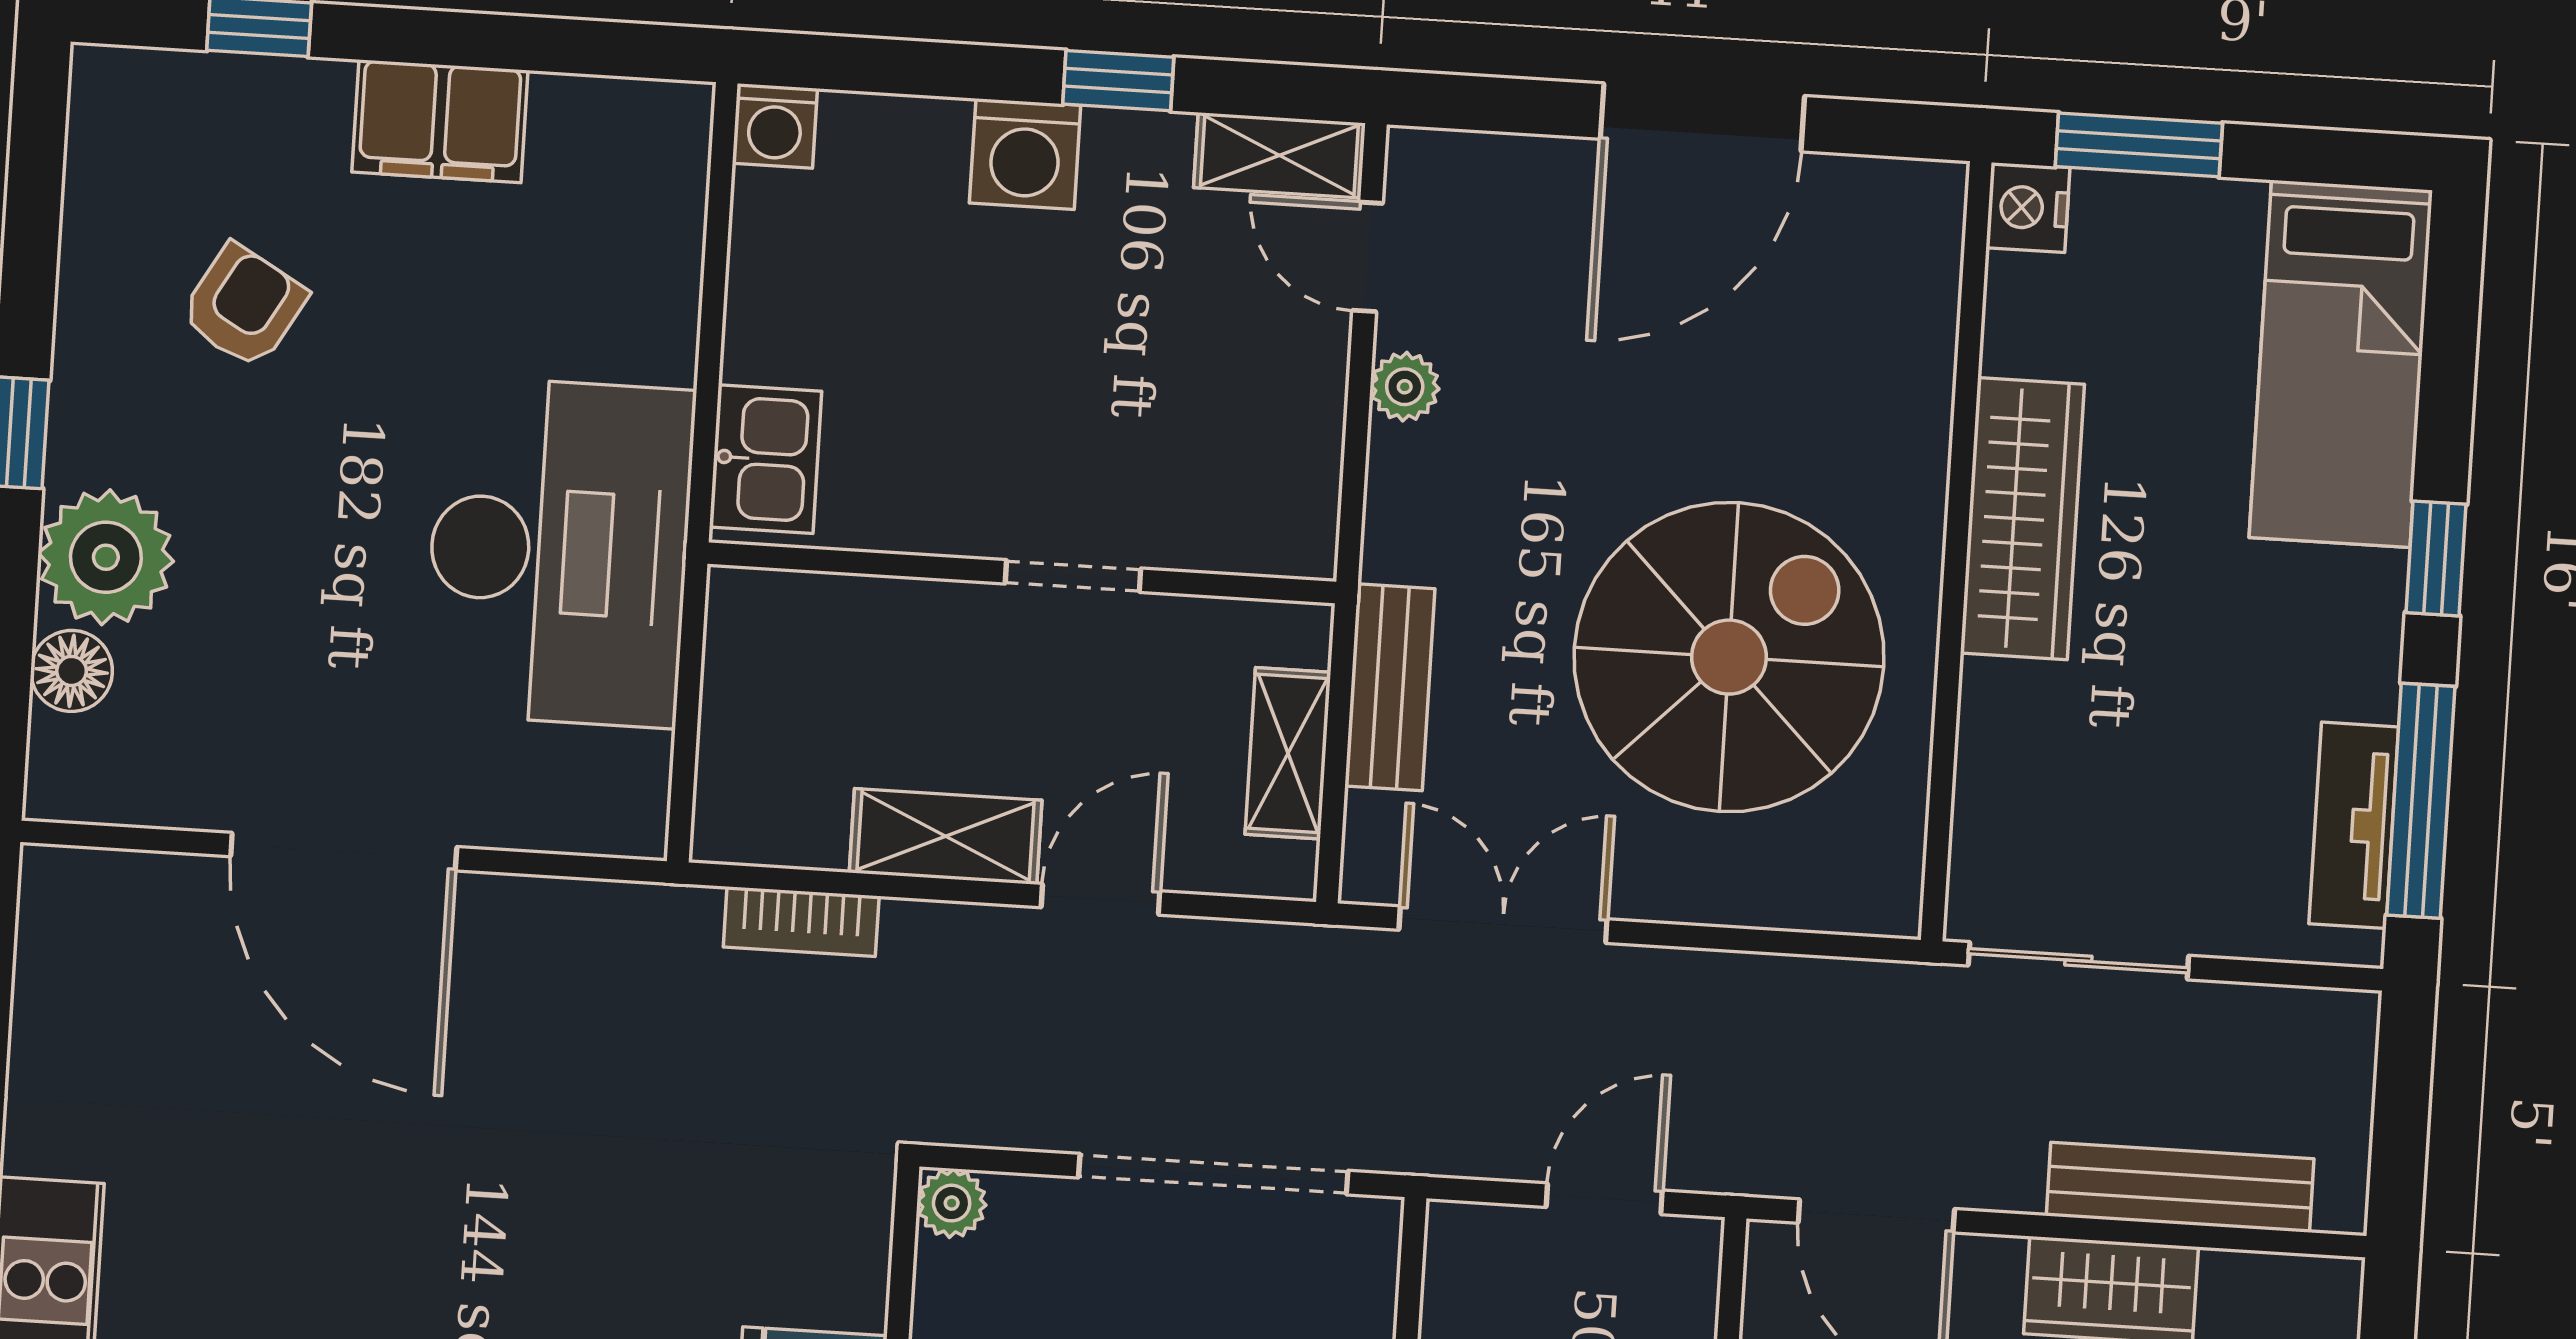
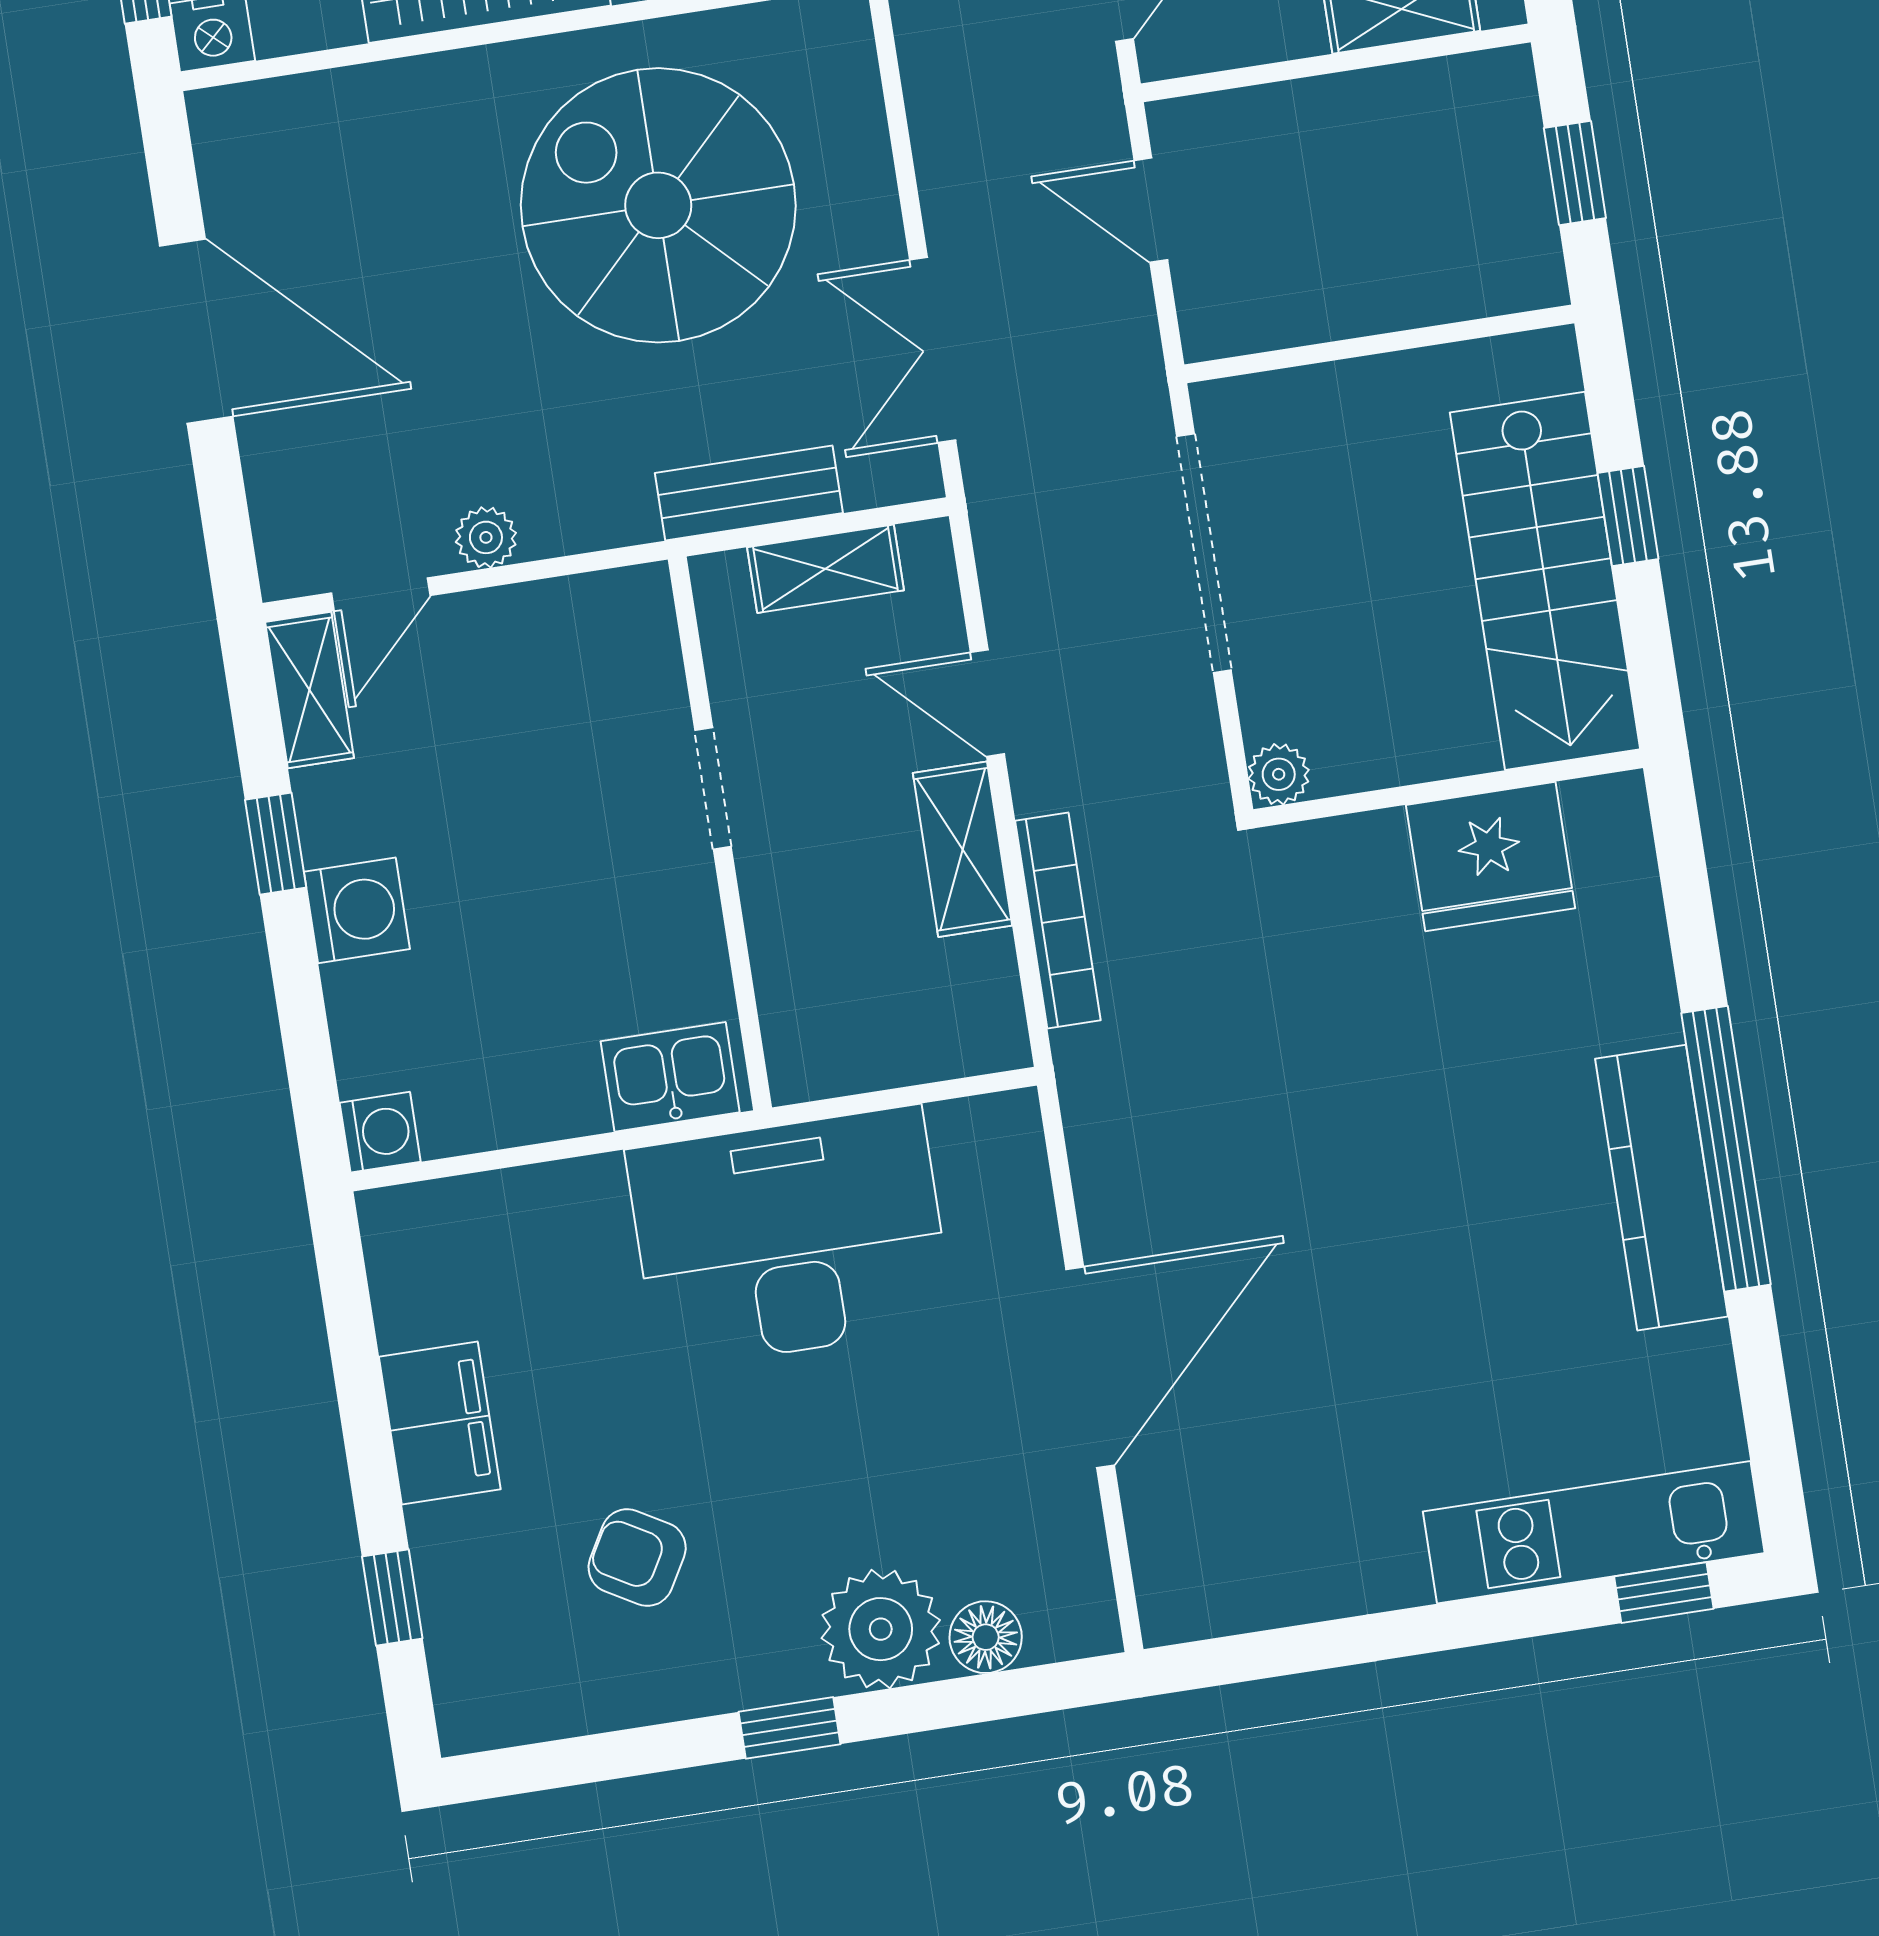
bookcase: (801, 922) -> (1058, 920), width x1.56

